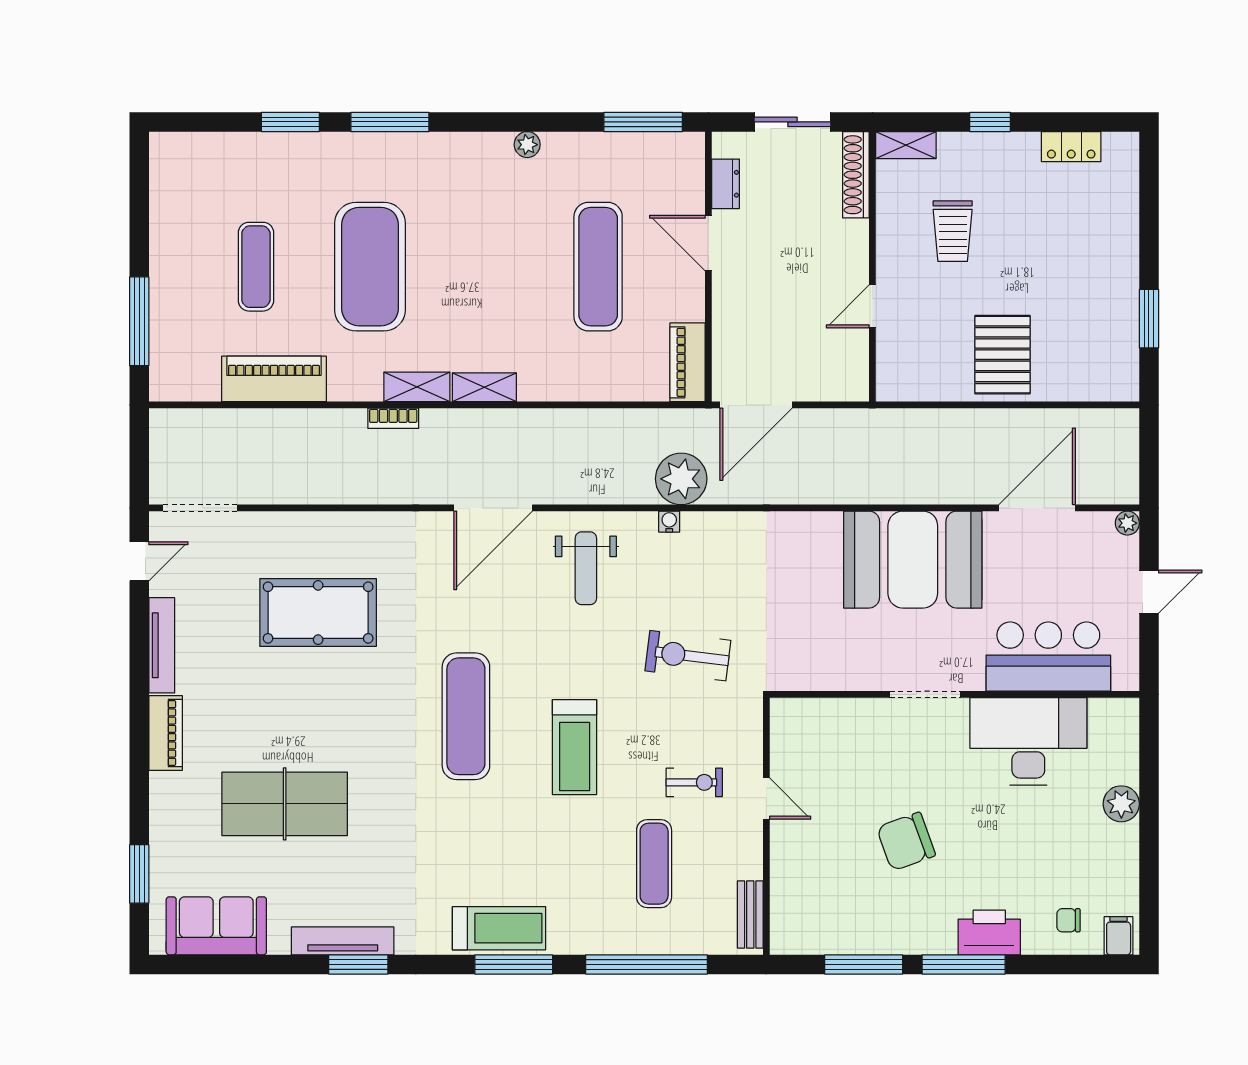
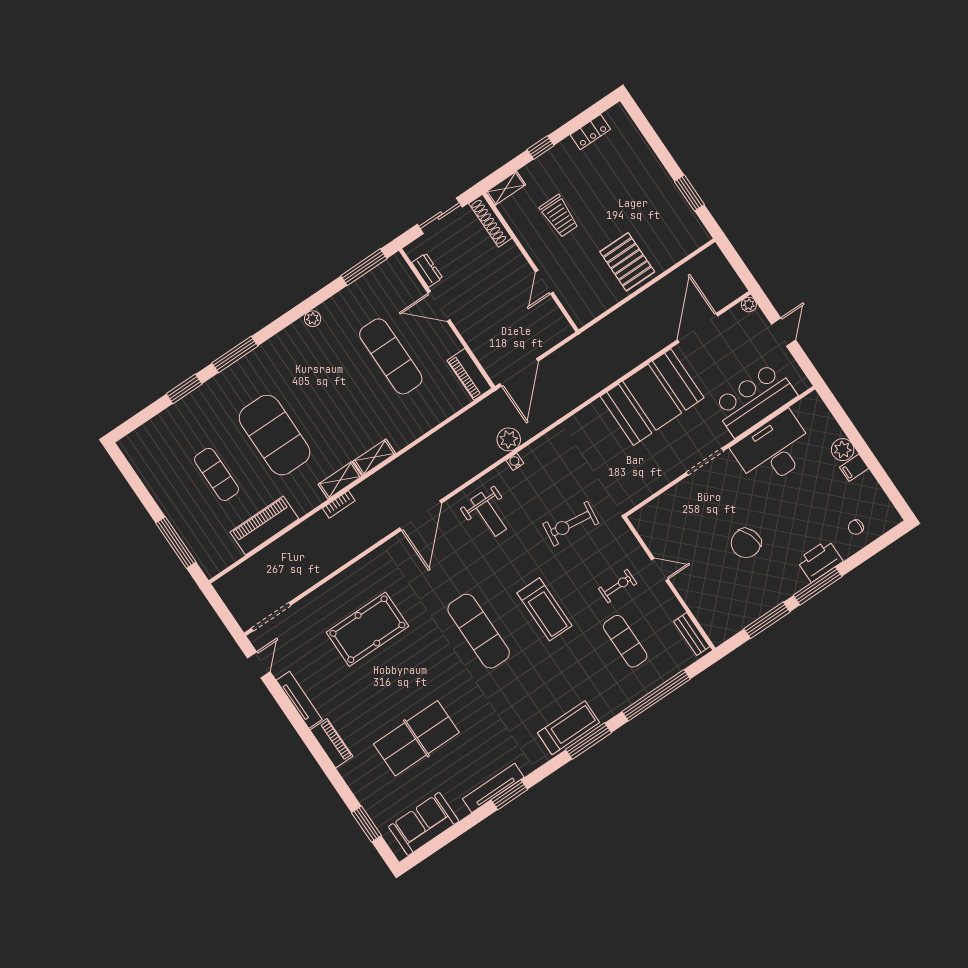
plant: (681, 479) -> (509, 439), width x0.73, depth x0.73
filing cabinet: (1119, 936) -> (854, 468), moved, turned -90

